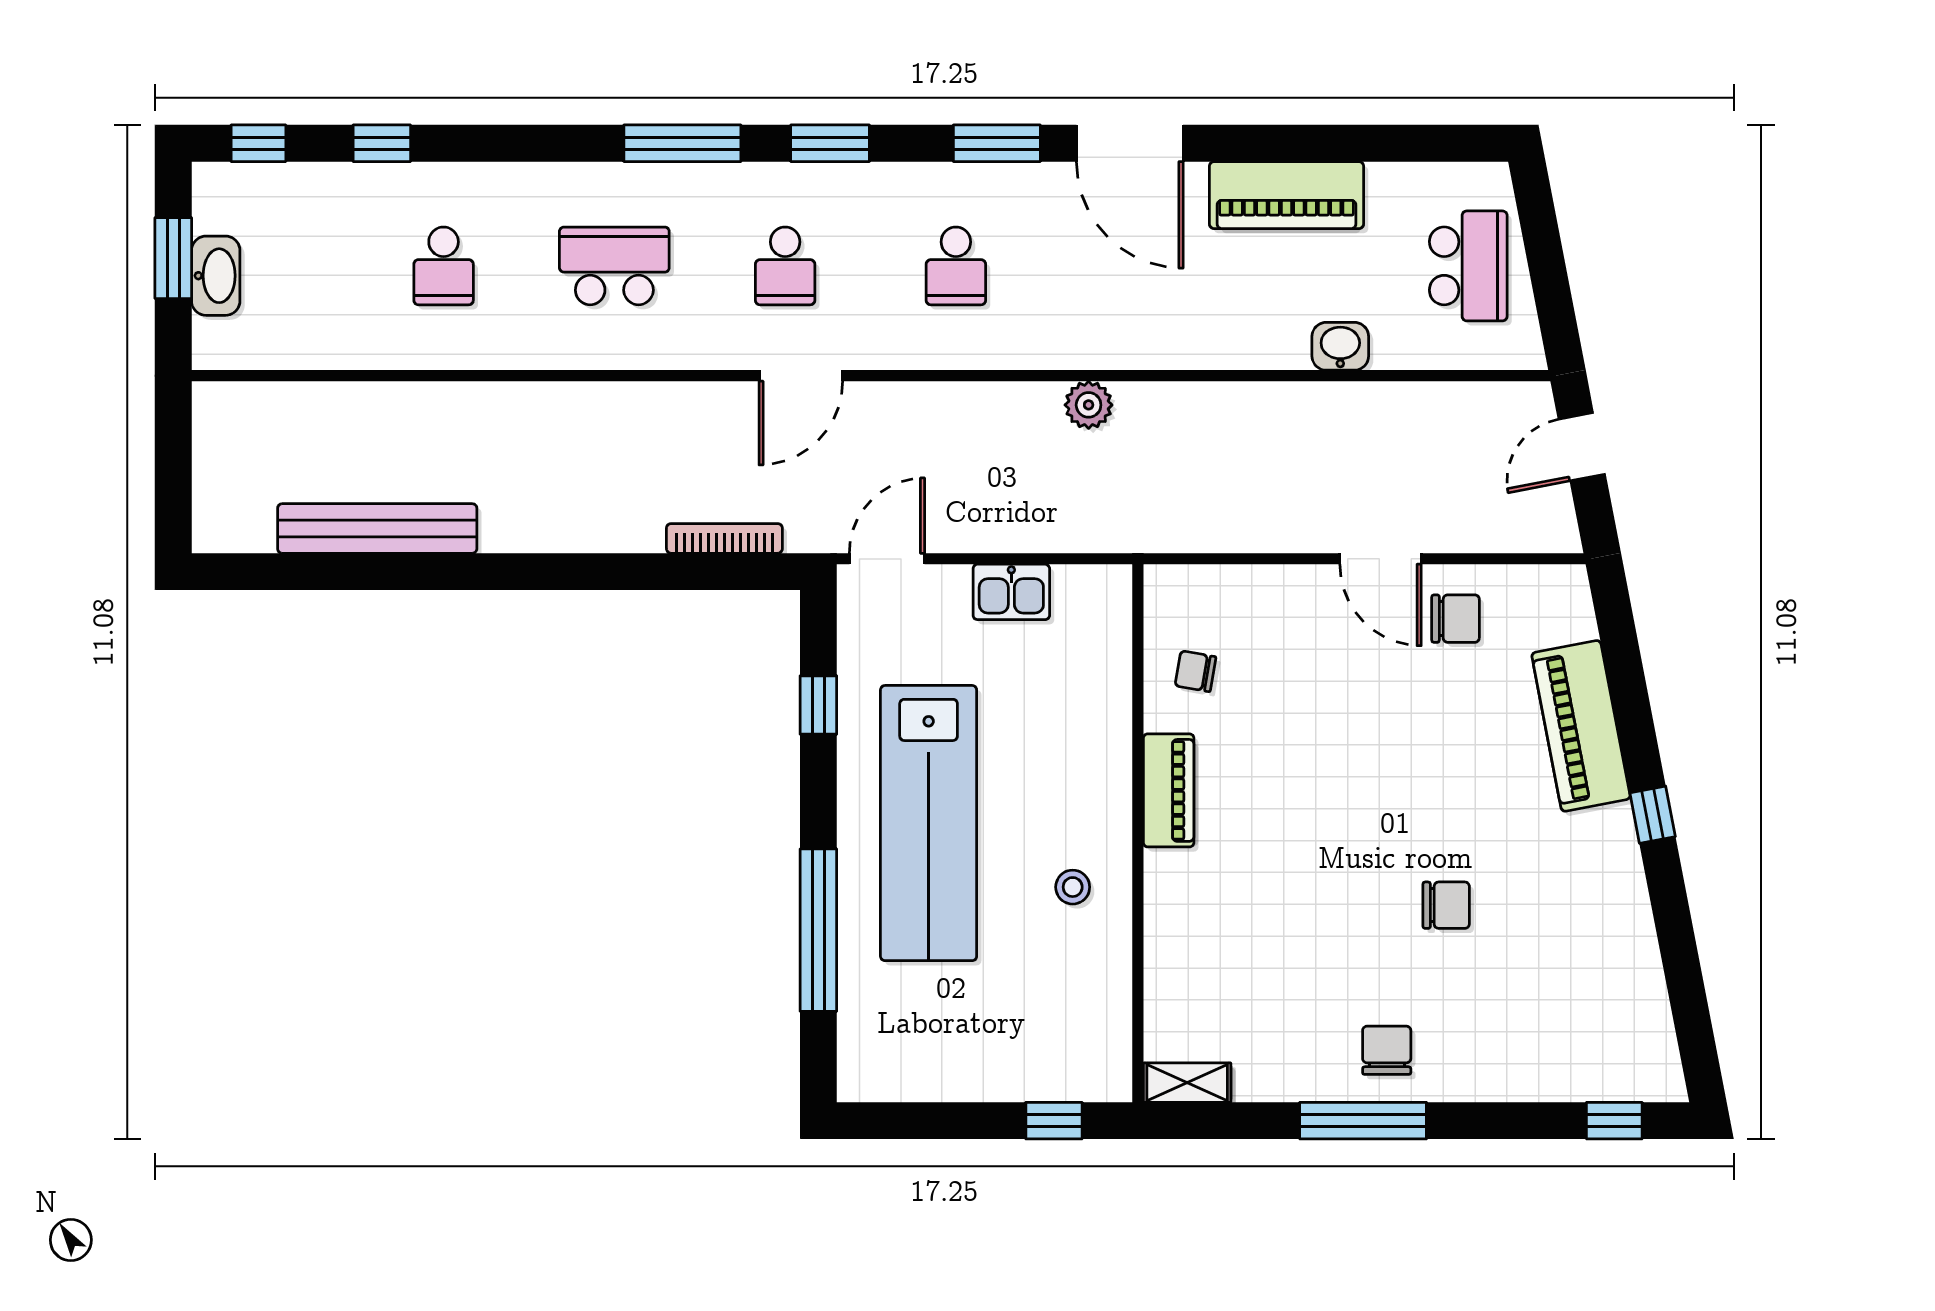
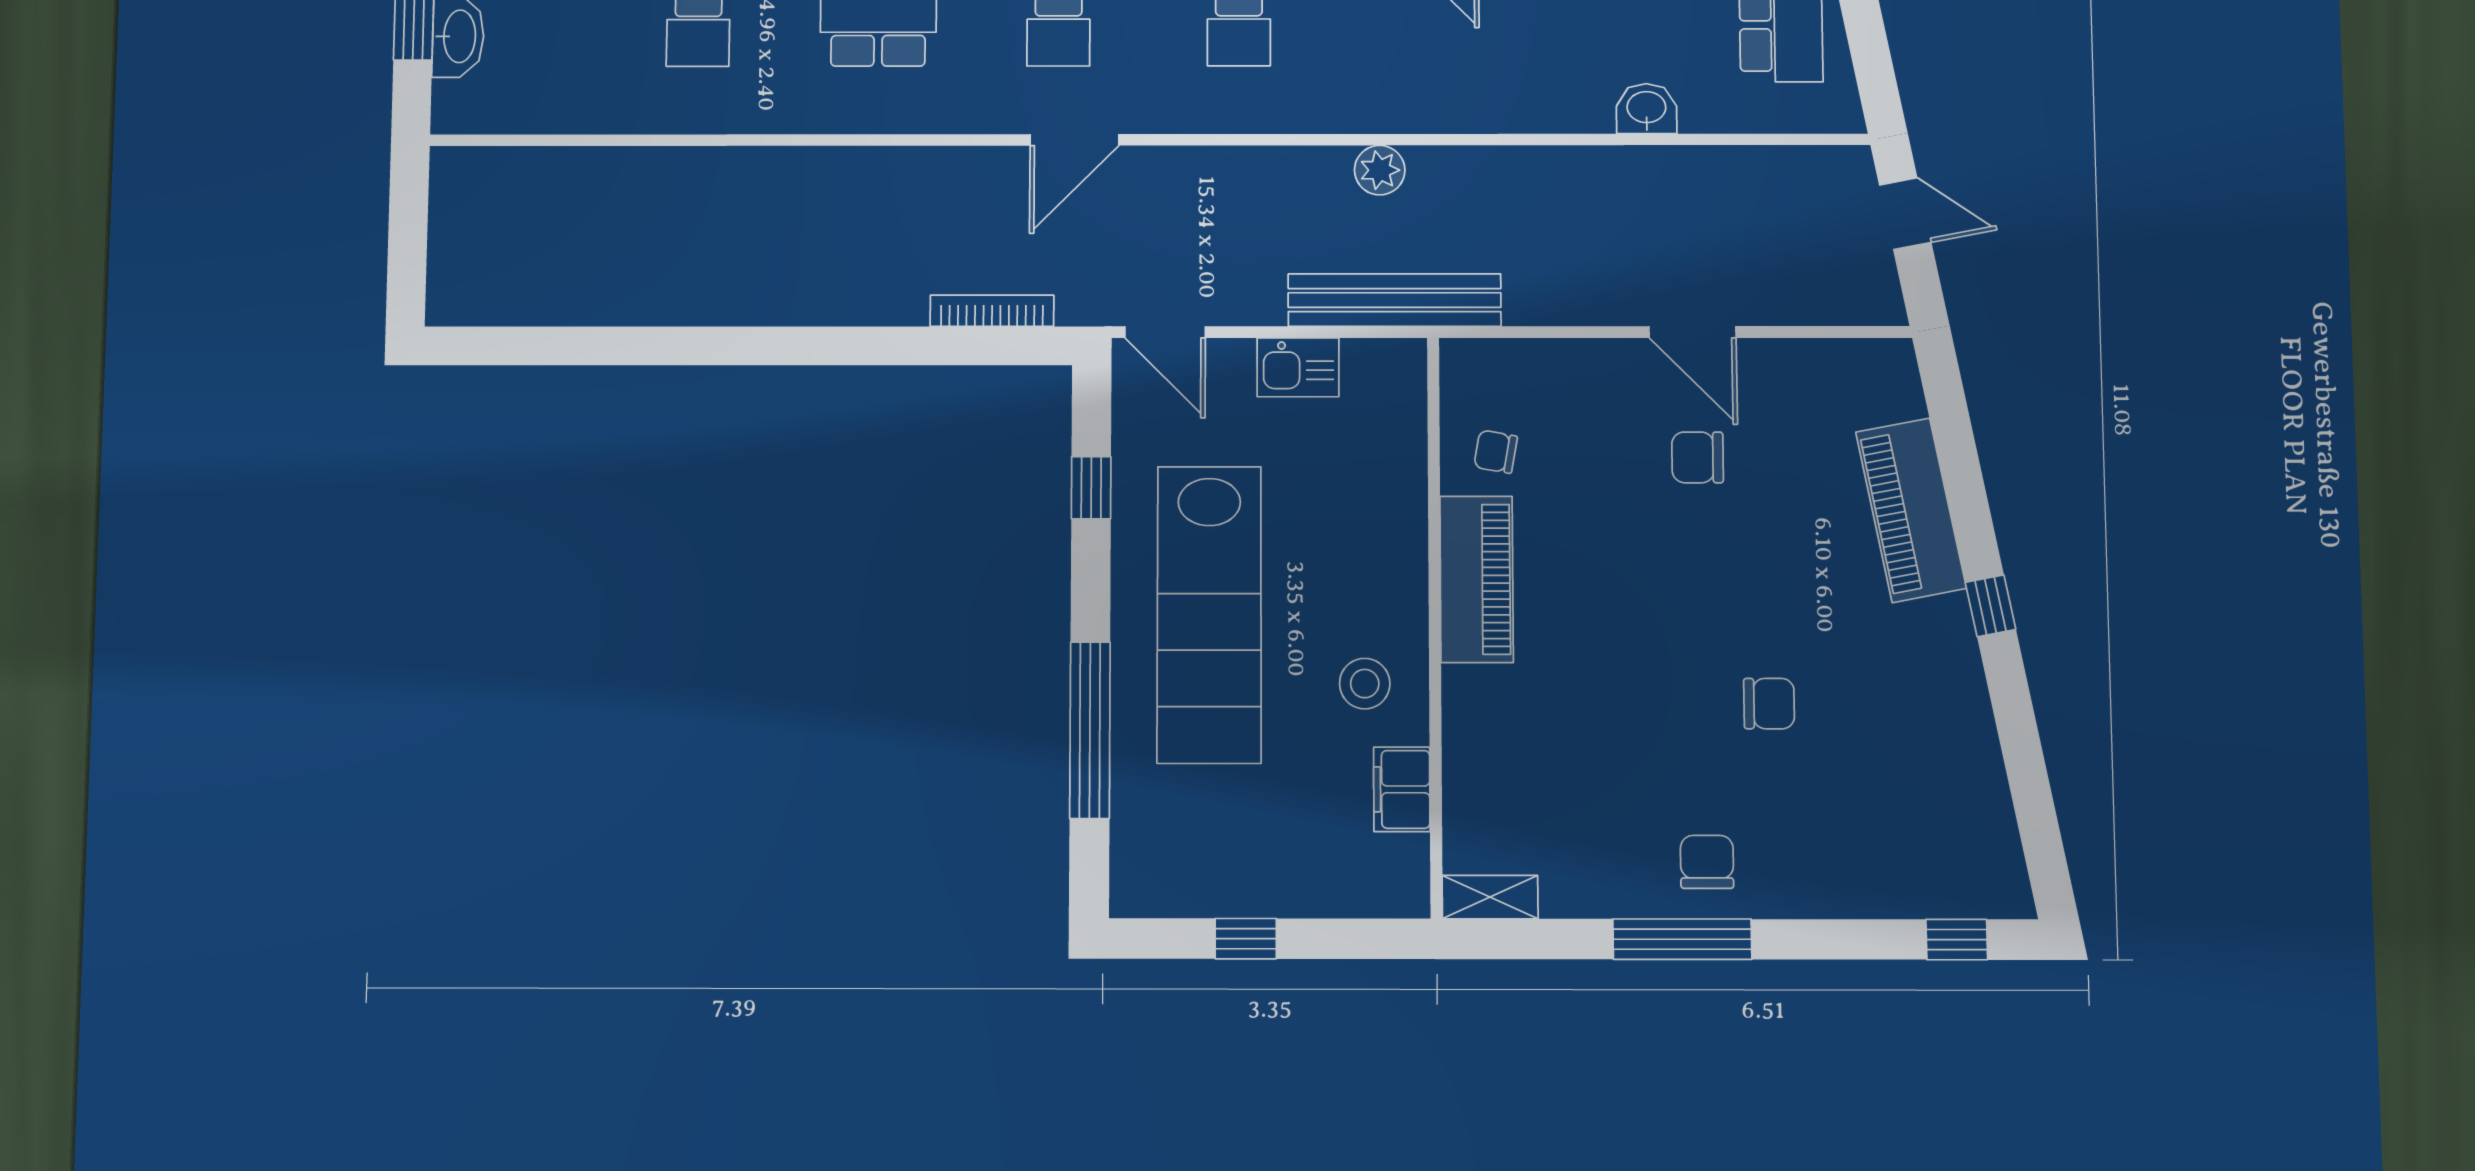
door: (1582, 447) -> (1905, 214), swing flipped
bench: (377, 528) -> (1395, 300), moved
door: (887, 559) -> (1165, 332), swing flipped
chair: (1456, 619) -> (1698, 457), moved, turned 180
piano: (1169, 790) -> (1477, 579), width x1.37, depth x1.33
stool: (1073, 887) -> (1365, 684), width x1.37, depth x1.37
filing cabinet: (1106, 984) -> (1402, 789), added
window: (1054, 1121) -> (1246, 939), moved

